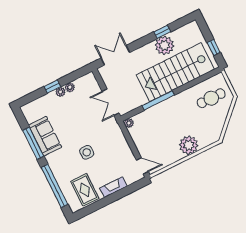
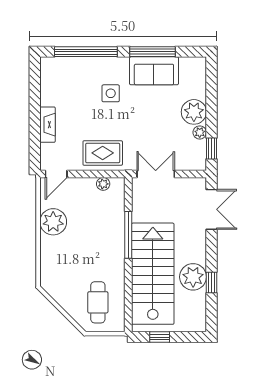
window: (52, 87) -> (211, 149), moved
plant: (60, 92) -> (194, 112), width x1.87, depth x1.87
plant: (129, 123) -> (103, 184), moved
plant: (189, 145) -> (53, 222), moved
side table: (87, 152) -> (111, 93), moved
rug: (85, 190) -> (103, 153), moved

